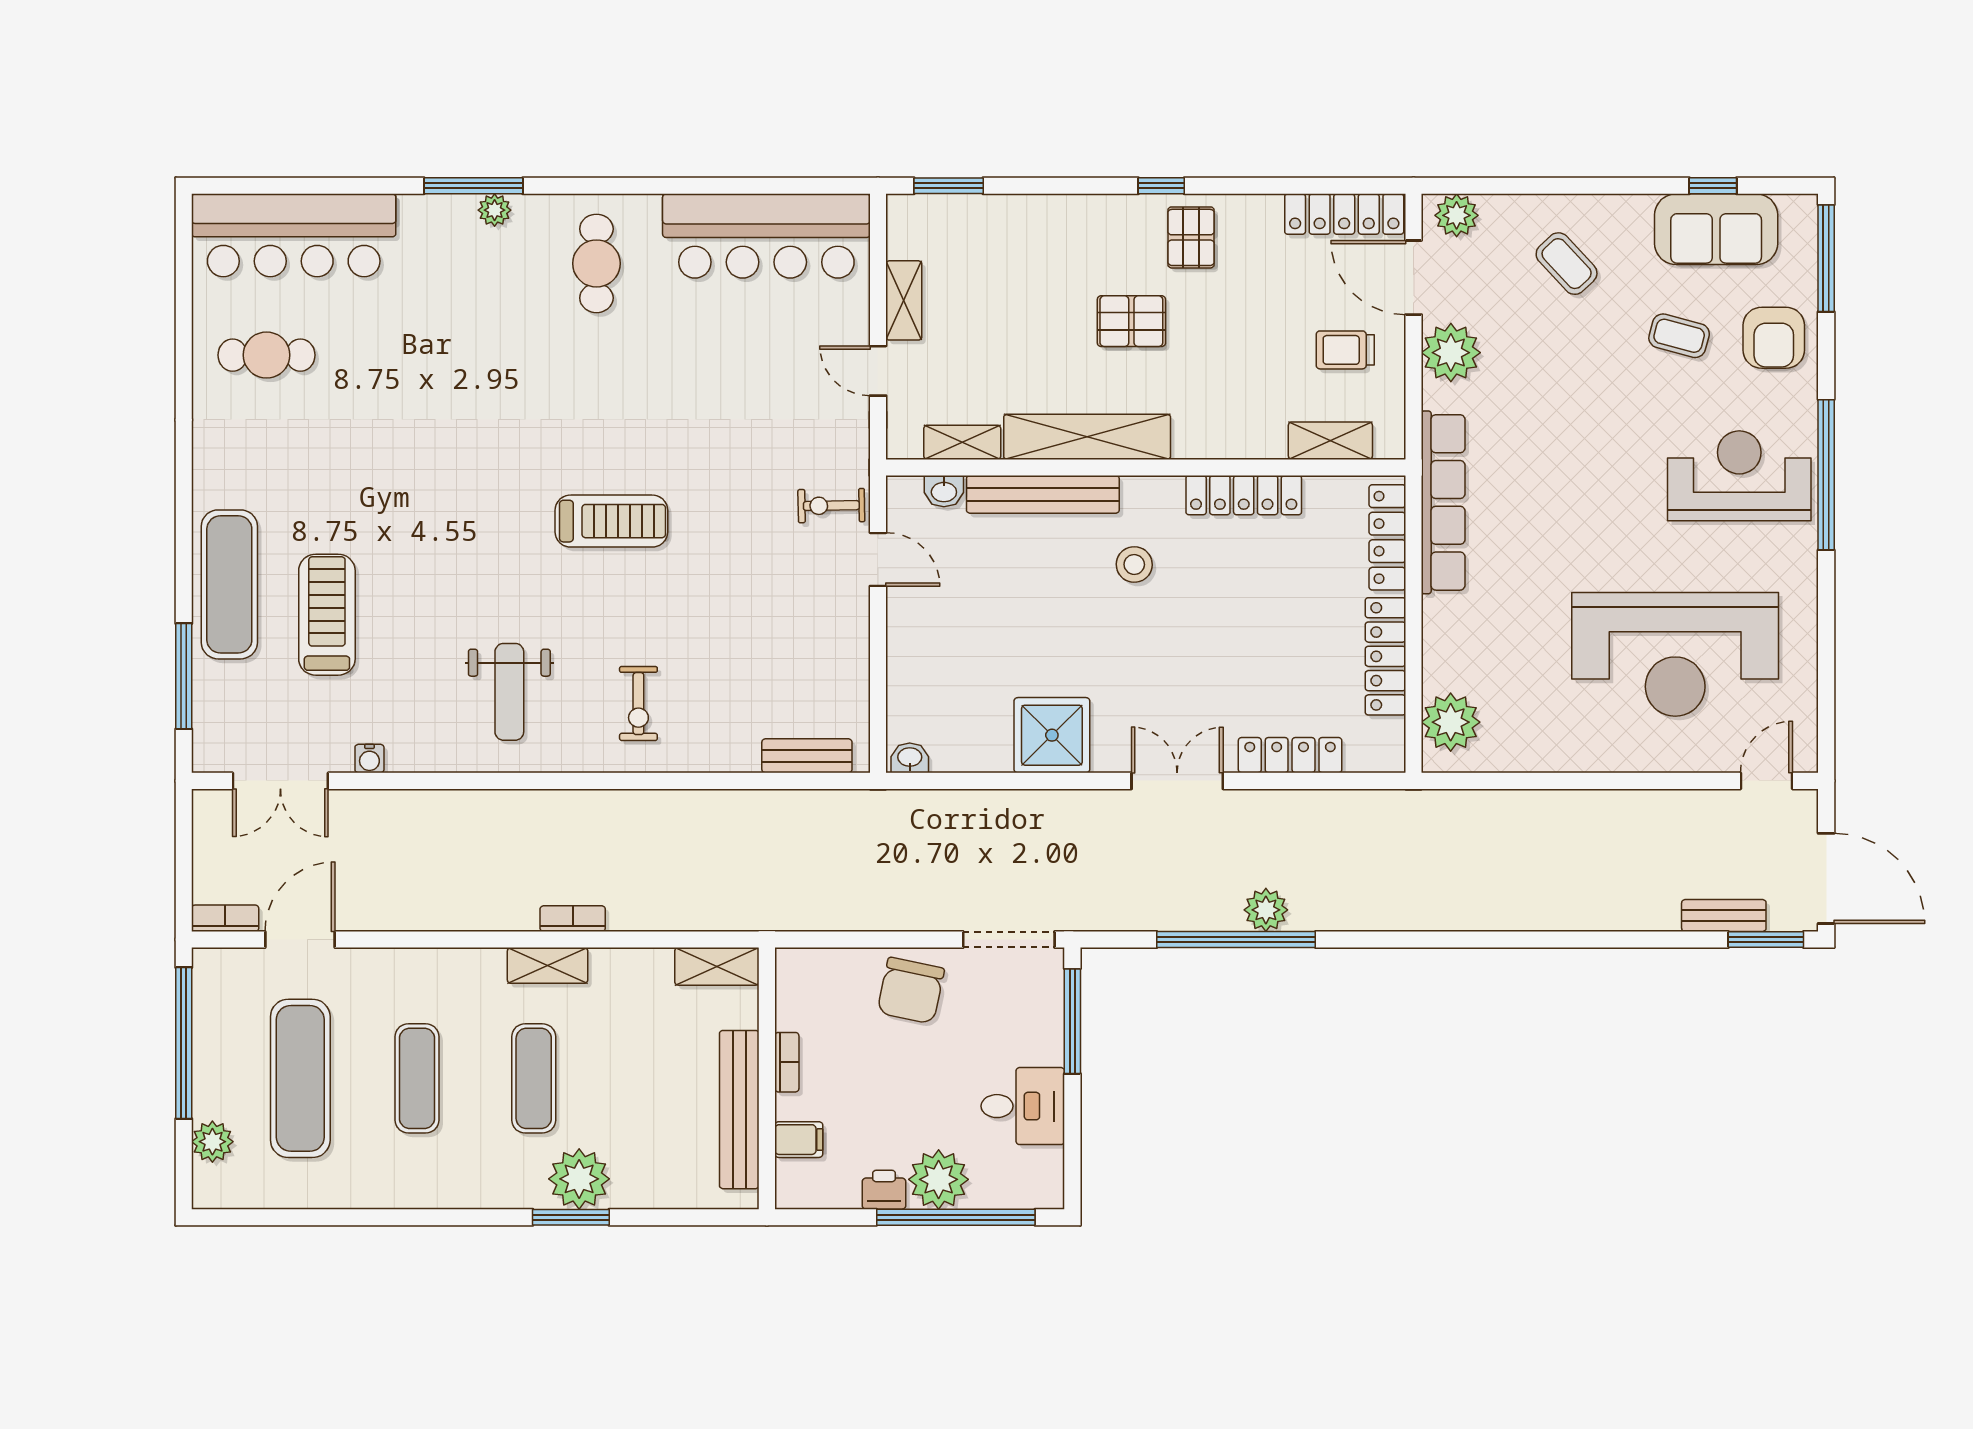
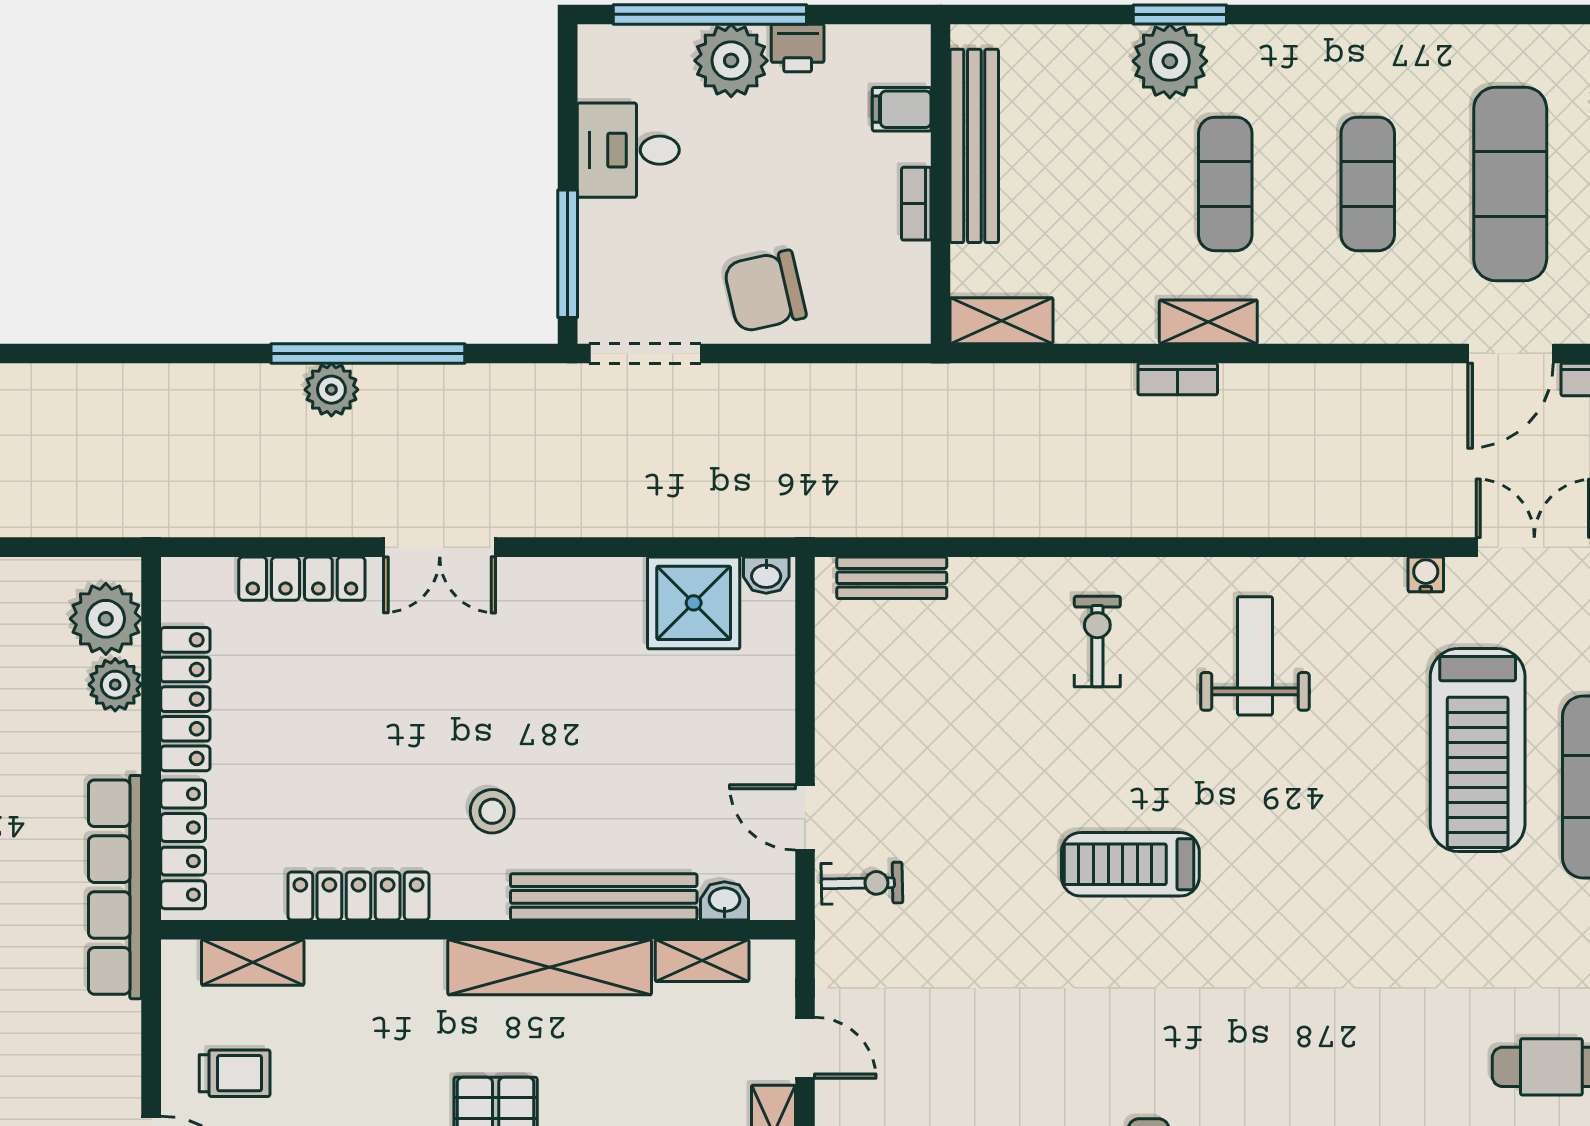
plant: (1451, 353) -> (115, 685), moved, width x0.73, depth x0.73
treadmill: (327, 615) -> (1478, 750), width x1.37, depth x1.37
shower: (1052, 735) -> (694, 603), moved
chair: (911, 991) -> (765, 291), turned -115

